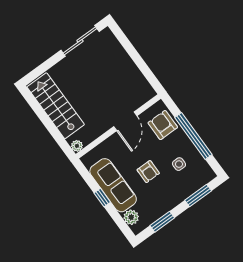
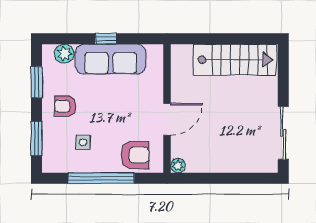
door: (125, 121) -> (167, 119), swing flipped
plant: (77, 146) -> (178, 165), moved
armchair: (148, 172) -> (65, 106), moved

